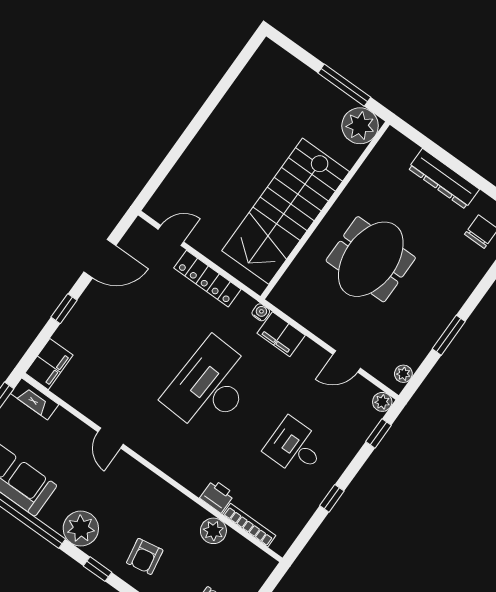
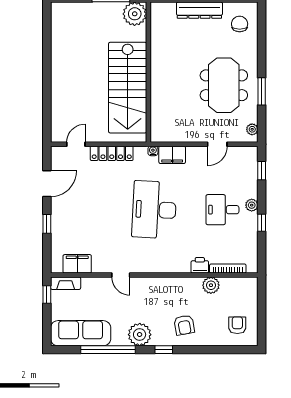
meeting table: (371, 259) -> (224, 85), moved
filing cabinet: (49, 364) -> (77, 264), moved, turned -90
plant: (382, 402) -> (252, 205), moved

